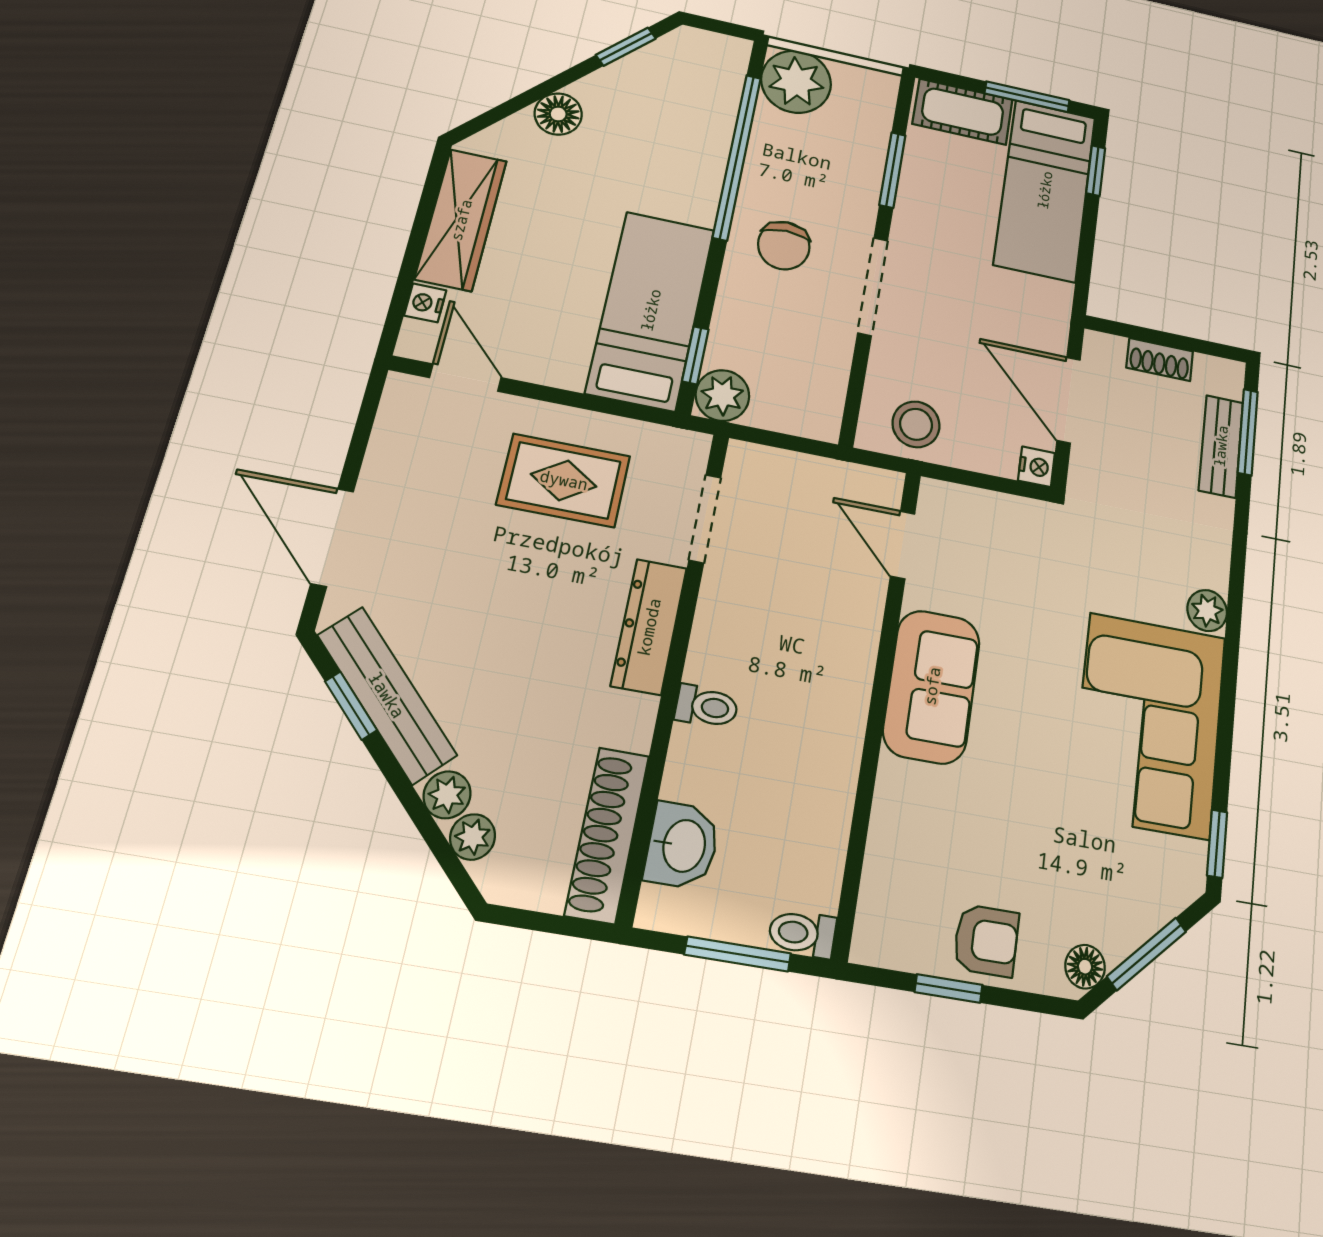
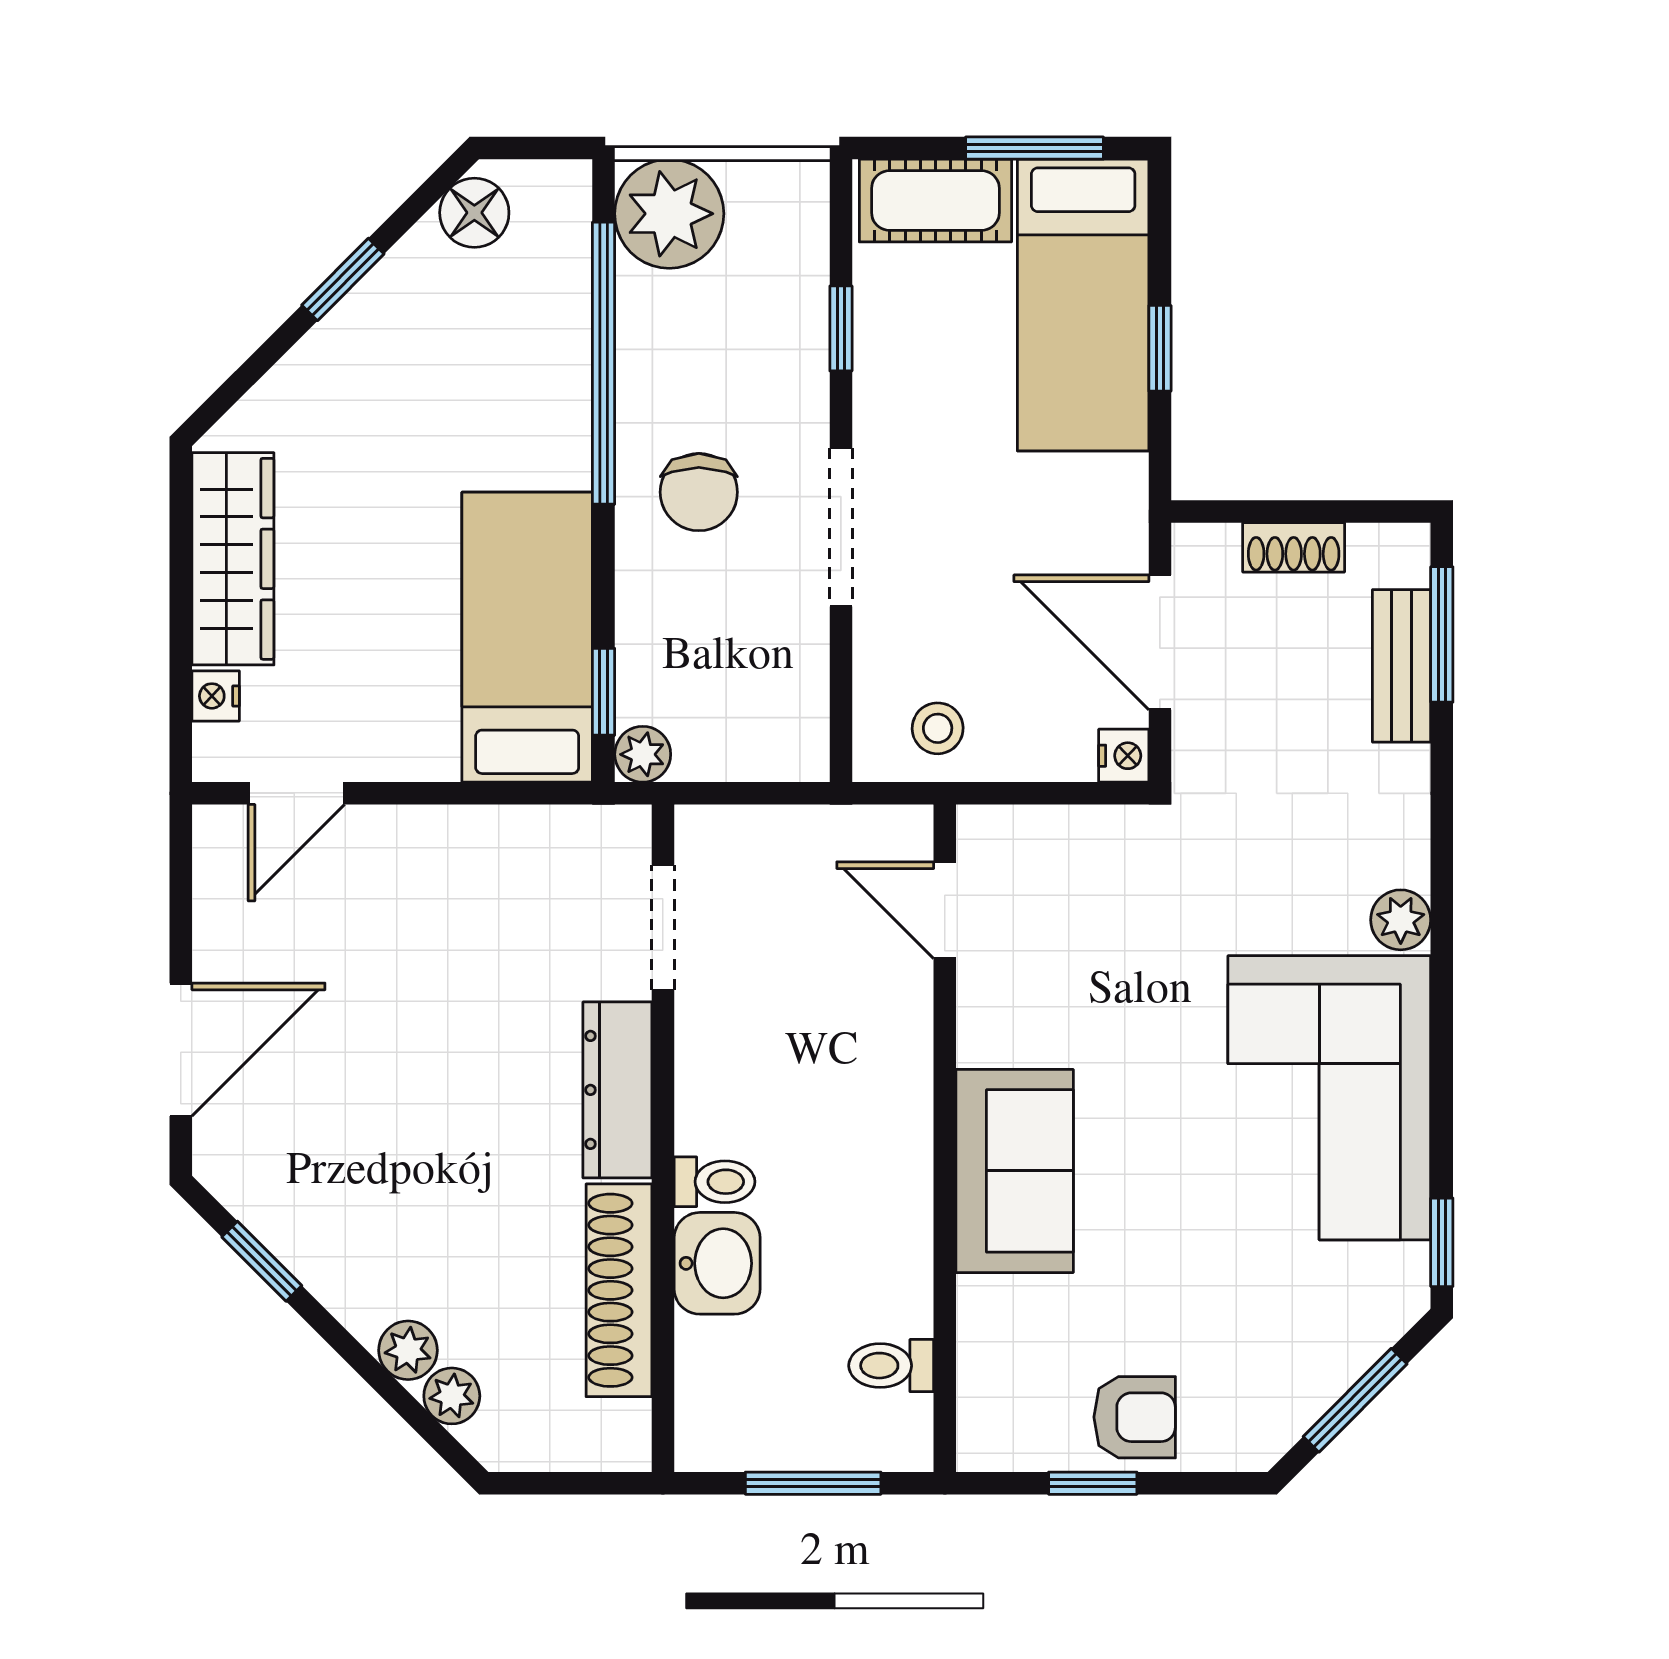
window: (626, 47) -> (343, 279), moved
floor lamp: (558, 114) -> (474, 213), moved
window: (892, 170) -> (841, 328), width x0.67
window: (1096, 171) -> (1160, 348), moved
door: (465, 378) -> (296, 793), swing flipped
plant: (722, 395) -> (643, 754), width x0.73, depth x0.73
stool: (916, 424) -> (938, 728), width x0.73, depth x0.73
rug: (564, 480) -> (461, 912), removed
door: (332, 537) -> (181, 1050), swing flipped
sofa: (932, 686) -> (1015, 1171), moved
bench: (387, 695) -> (303, 1240), removed
shoe rack: (607, 835) -> (619, 1290), moved
washbasin: (682, 845) -> (717, 1263), moved
toilet: (802, 934) -> (891, 1366), moved
floor lamp: (1085, 967) -> (1272, 1429), removed

